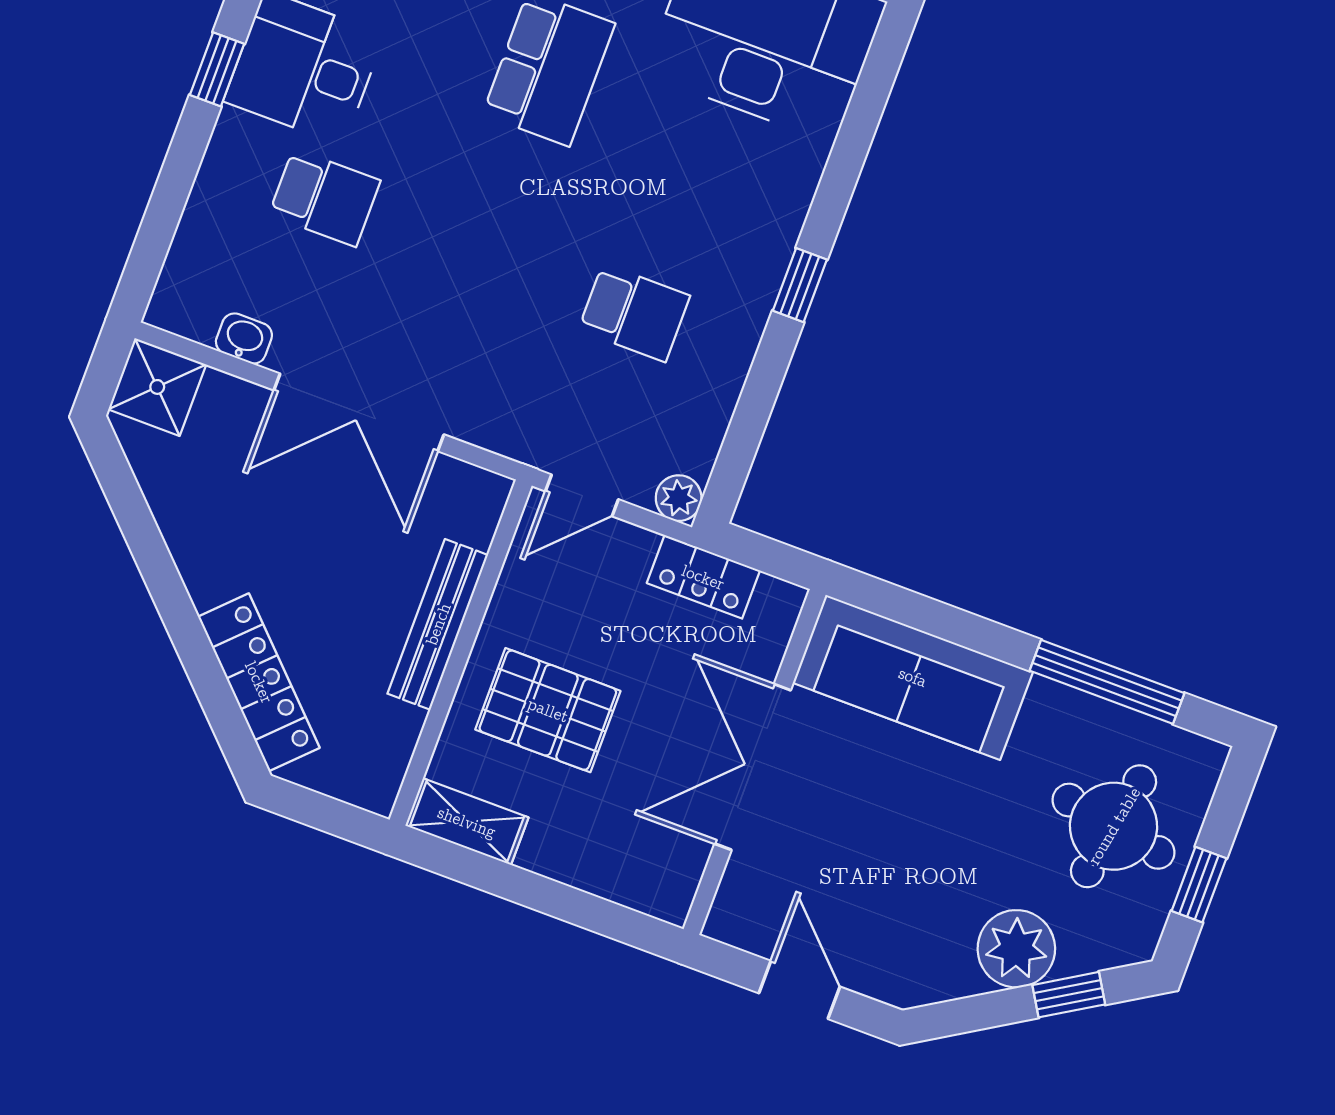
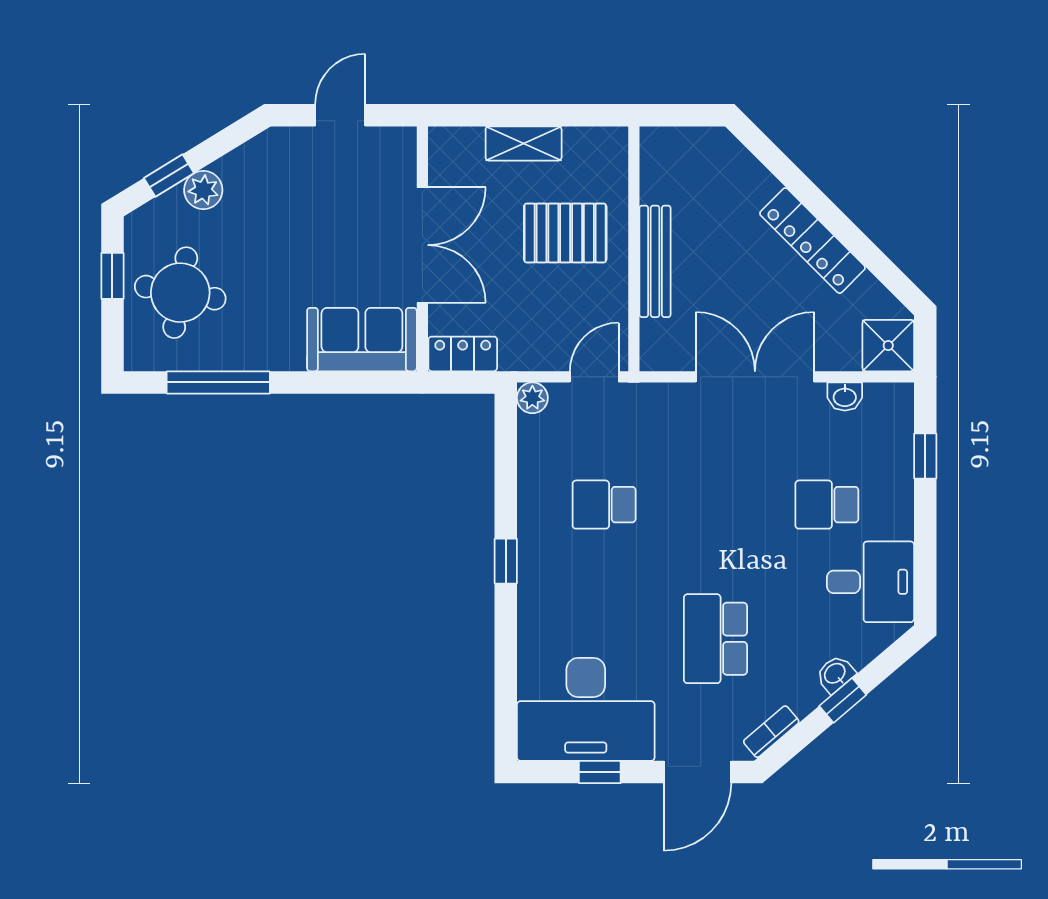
window: (217, 69) -> (925, 456), moved
locker: (703, 577) -> (463, 354), moved
sofa: (913, 677) -> (362, 340), width x0.73
locker: (259, 682) -> (812, 241), moved
shelving: (467, 822) -> (524, 143), moved
plant: (1016, 949) -> (203, 190), width x0.73, depth x0.73
door: (799, 990) -> (340, 115), swing flipped

